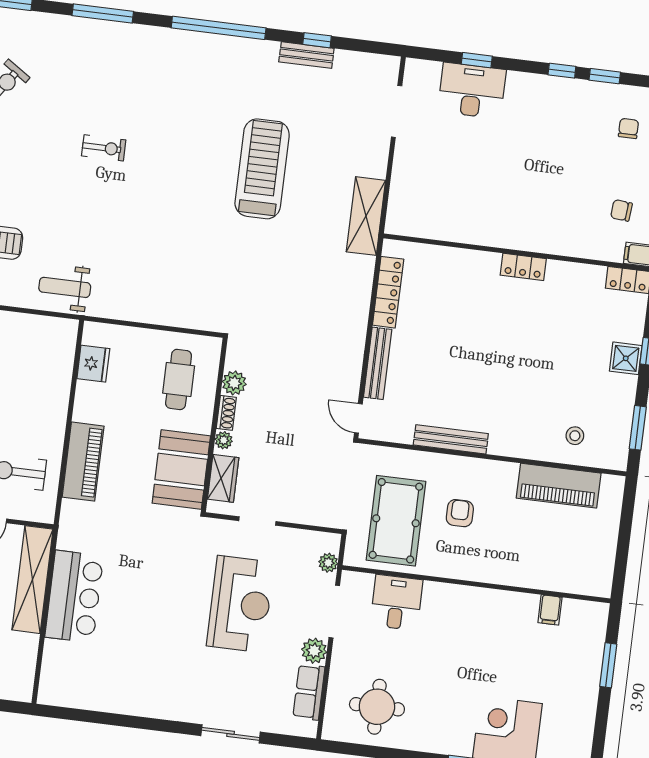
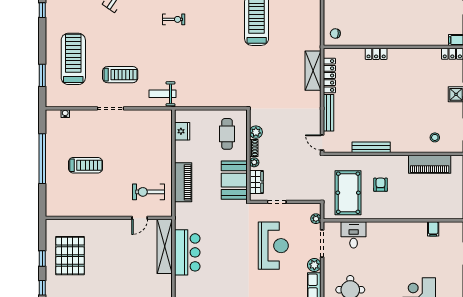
chair: (621, 210) -> (335, 33), moved
shelving: (366, 216) -> (313, 71), moved
locker: (523, 267) -> (376, 54), moved

